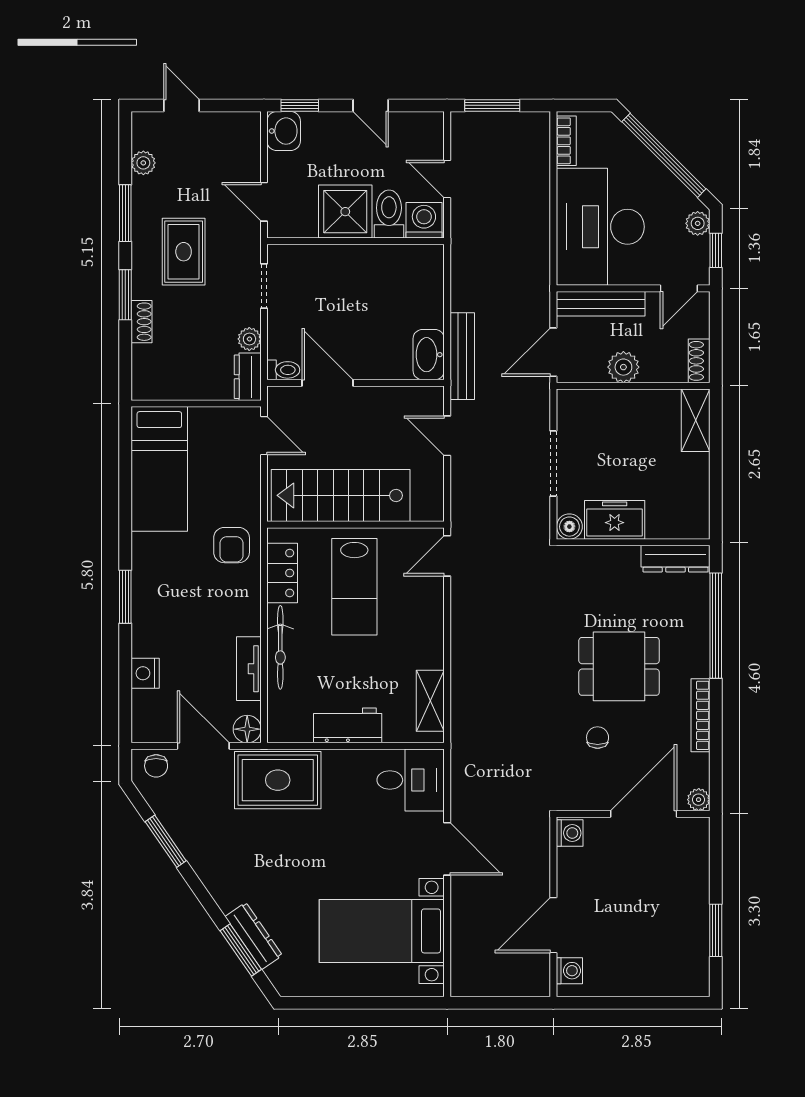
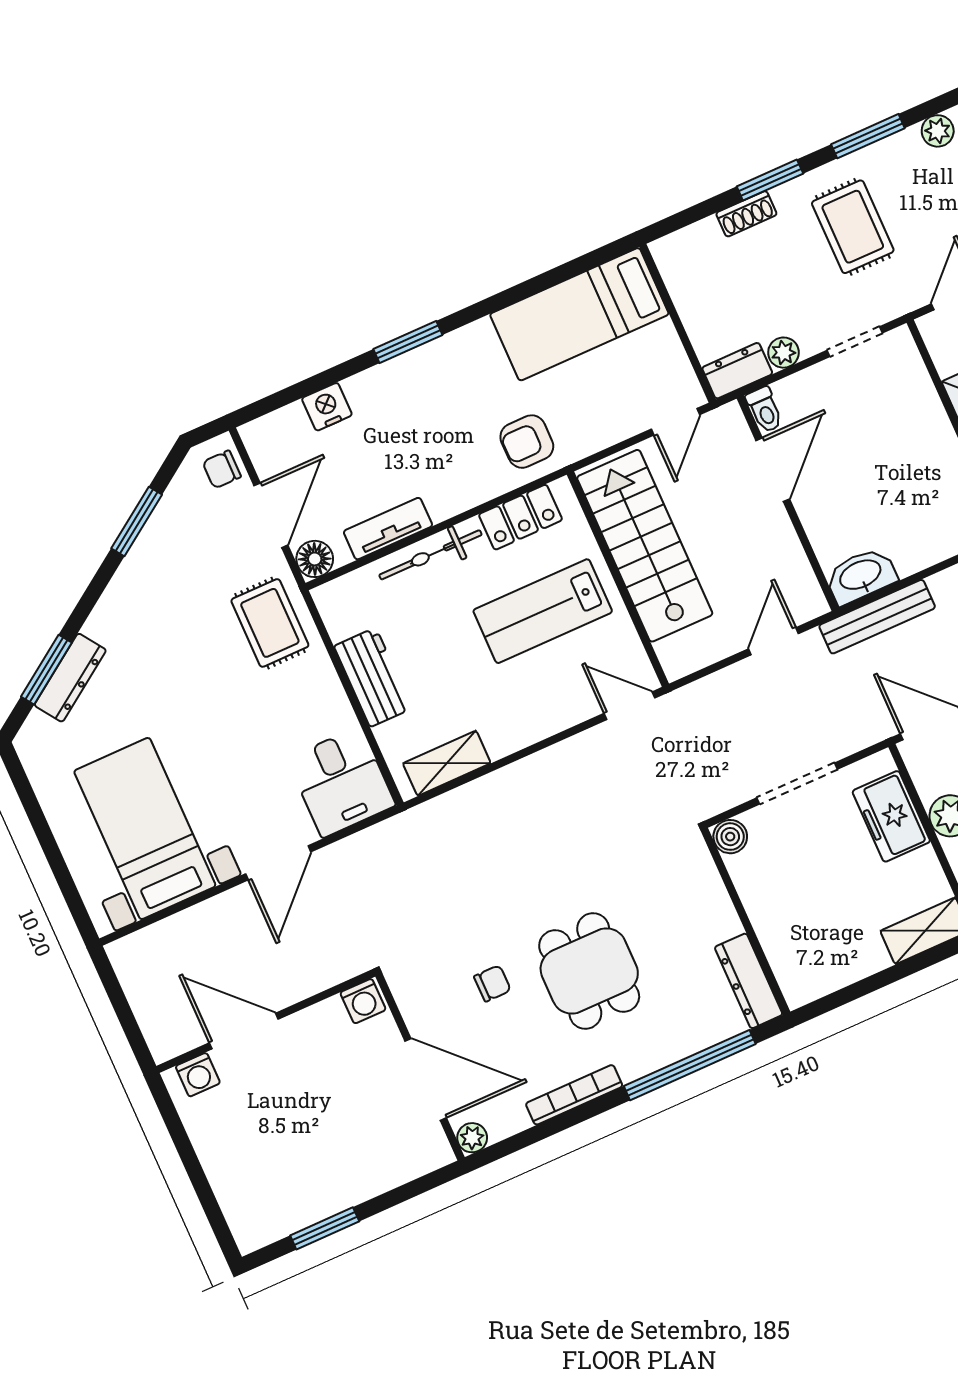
rug: (184, 252) -> (853, 227), turned 90
freezer: (615, 520) -> (891, 816), moved, turned 180
rug: (278, 780) -> (270, 623), width x0.73, depth x0.70

